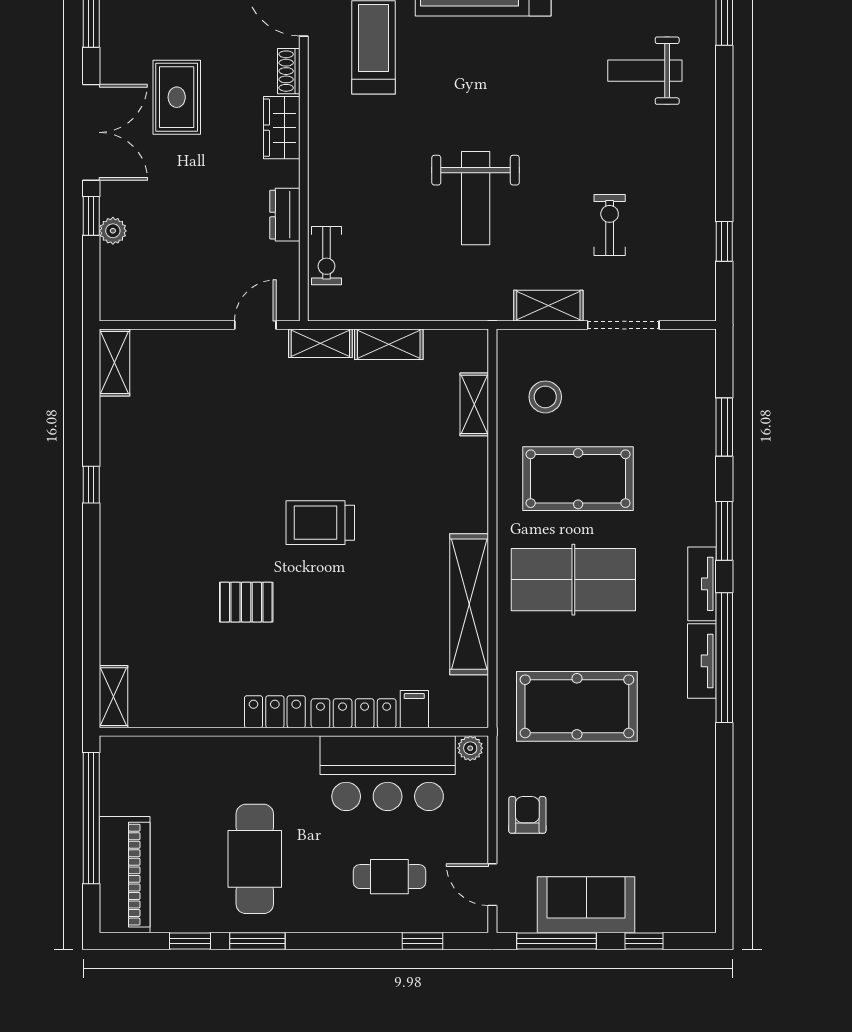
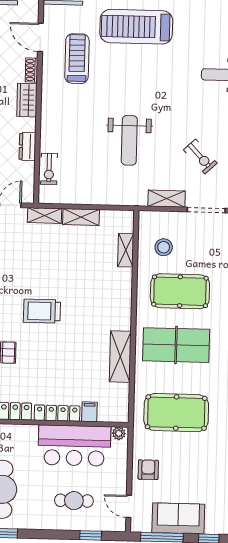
exercise bike: (610, 225) -> (200, 156), turned 137
shelving: (469, 604) -> (120, 357), width x0.68

